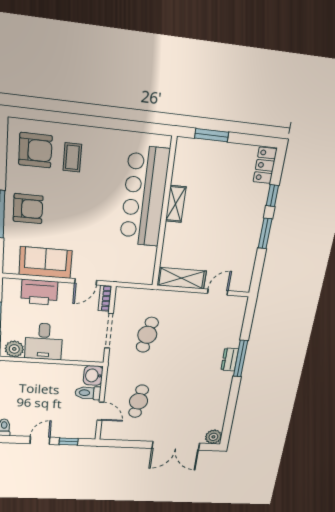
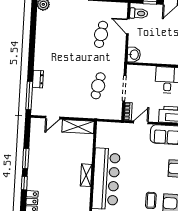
window: (241, 358) -> (29, 95), moved
dresser: (230, 360) -> (38, 79), moved
toilet: (88, 393) -> (139, 13), moved

